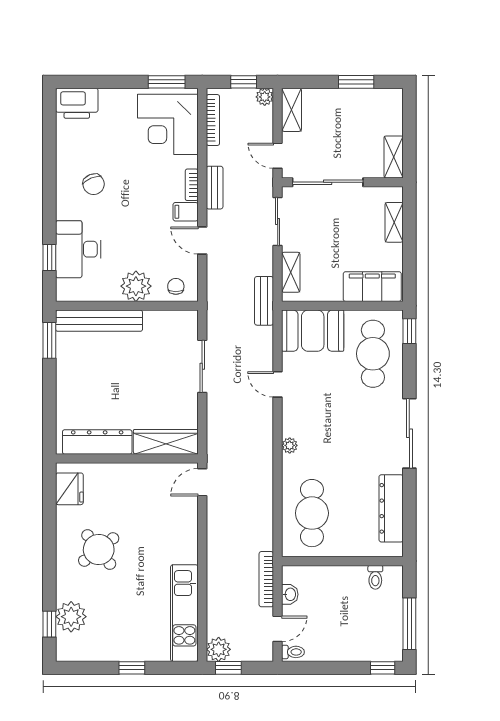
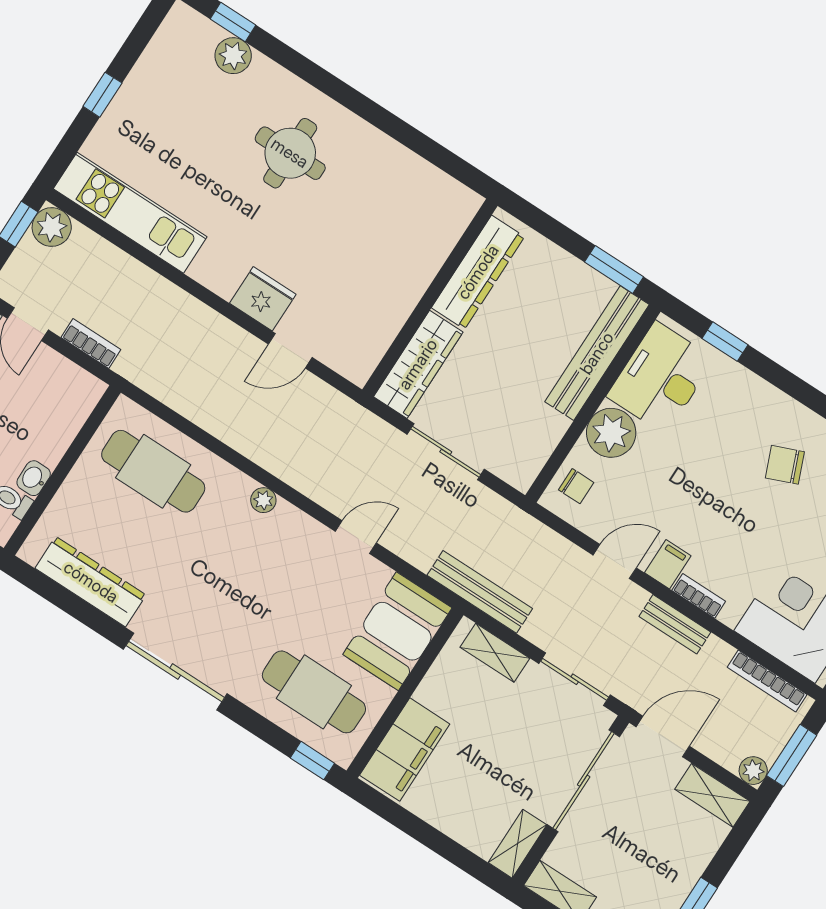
window: (244, 82) -> (792, 755), width x1.50
door: (278, 156) -> (663, 737), width x1.38
shelving: (394, 222) -> (518, 844), moved, turned 90
desk: (78, 249) -> (661, 378), moved, turned -90
bench: (264, 301) -> (480, 592), width x1.36
dresser: (97, 442) -> (478, 272), moved
wardrobe: (166, 442) -> (418, 364), moved
wall: (127, 459) -> (430, 298), moved
door: (202, 482) -> (290, 351), swing flipped
fridge: (69, 489) -> (263, 299), moved, turned 180
round table: (99, 549) -> (290, 153), turned 38
bookcase: (266, 579) -> (91, 344), width x0.64
washbasin: (290, 594) -> (34, 478), moved, turned 90
plant: (71, 617) -> (233, 56), width x0.73, depth x0.73

